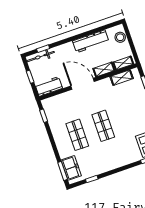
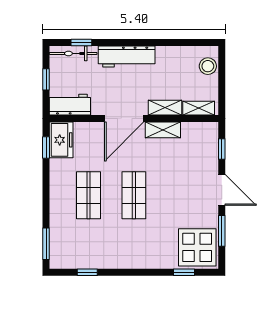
workbench: (91, 41) -> (127, 57), moved
shelving: (122, 78) -> (163, 130), moved
door: (83, 84) -> (124, 119), swing flipped
freezer: (71, 168) -> (61, 140), moved

